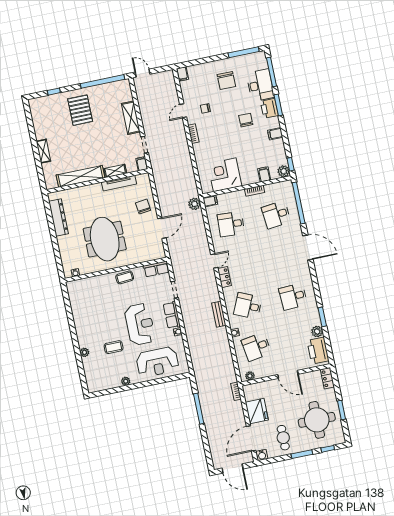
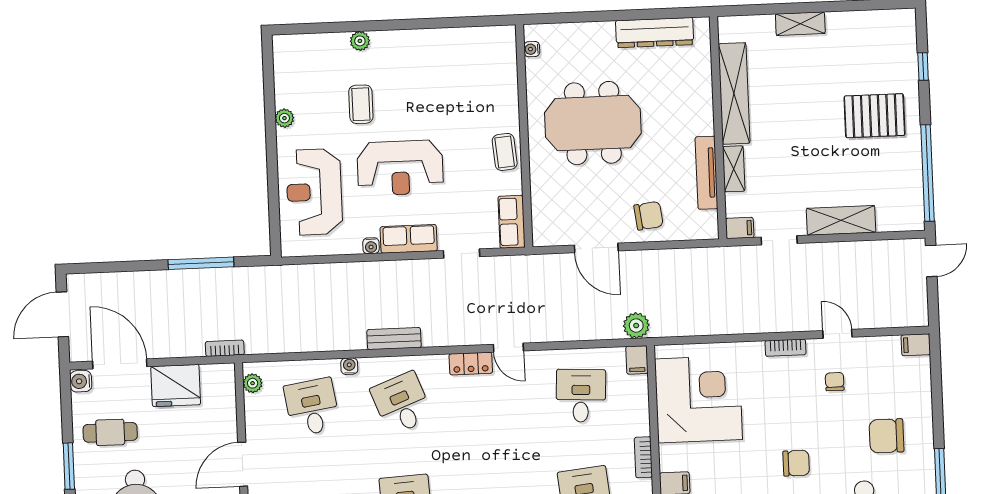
corner desk: (225, 175) -> (699, 399), width x1.36, depth x1.36
desk: (248, 306) -> (402, 403), turned -45

